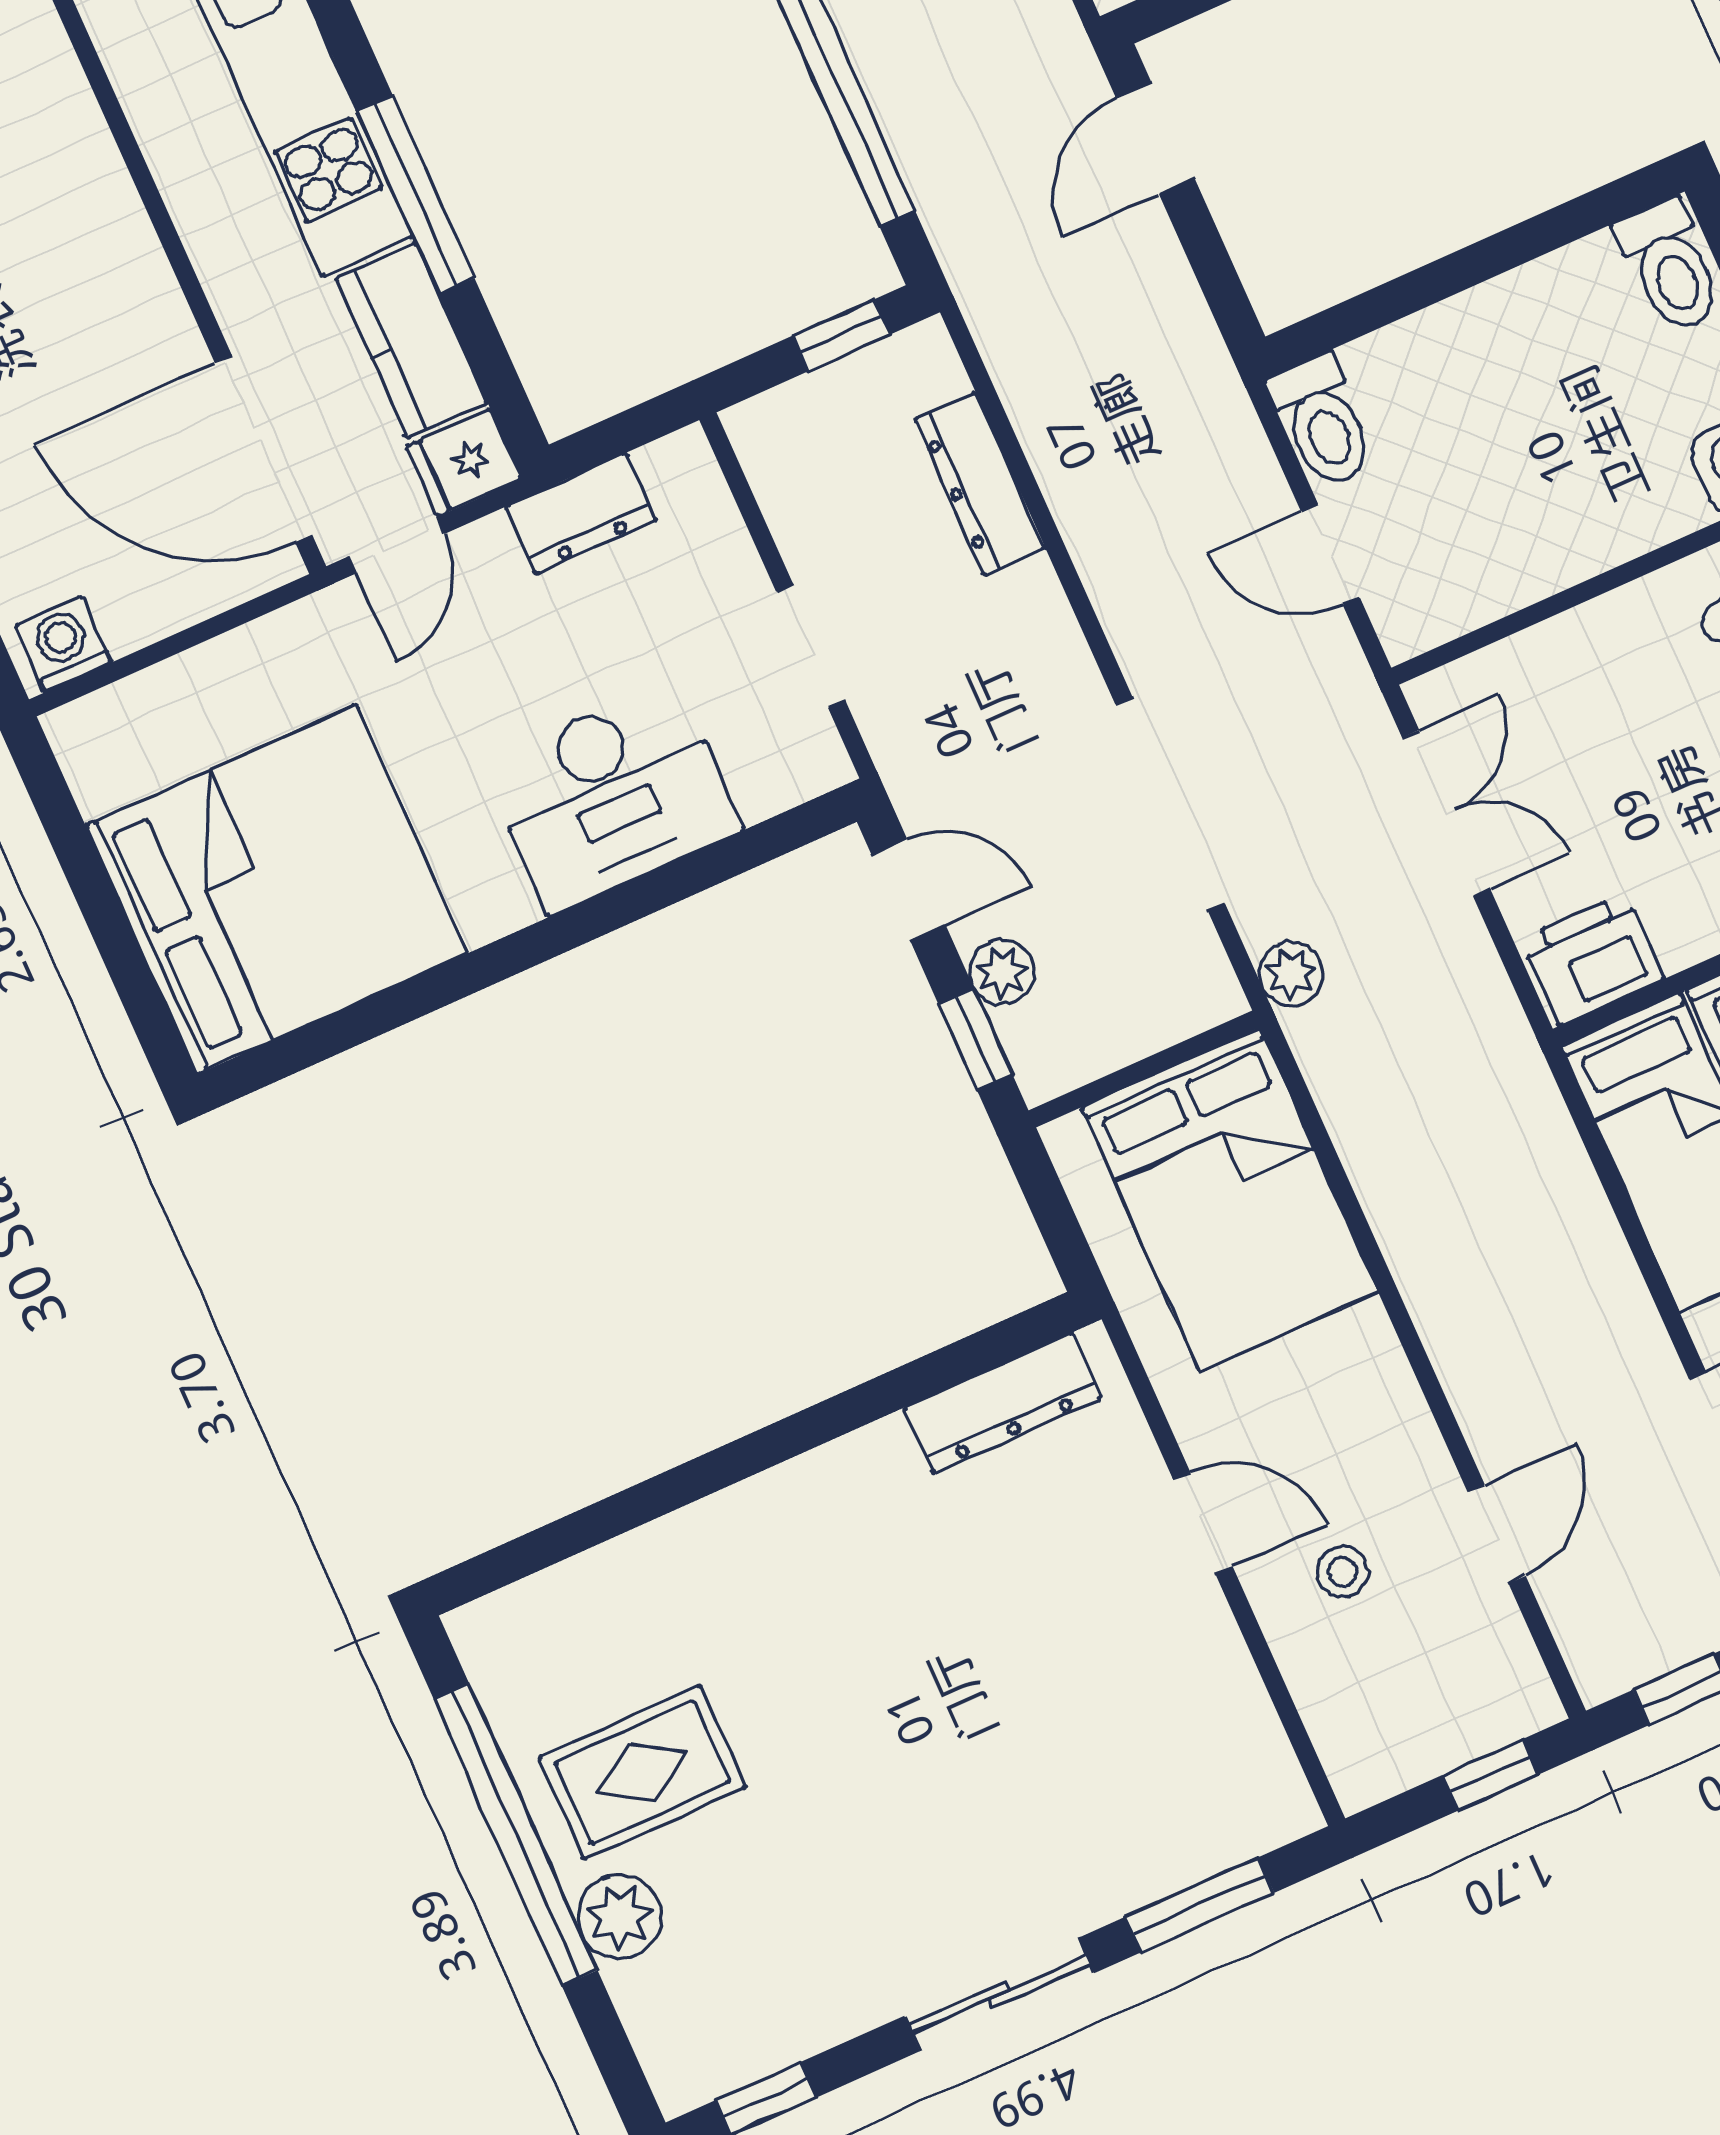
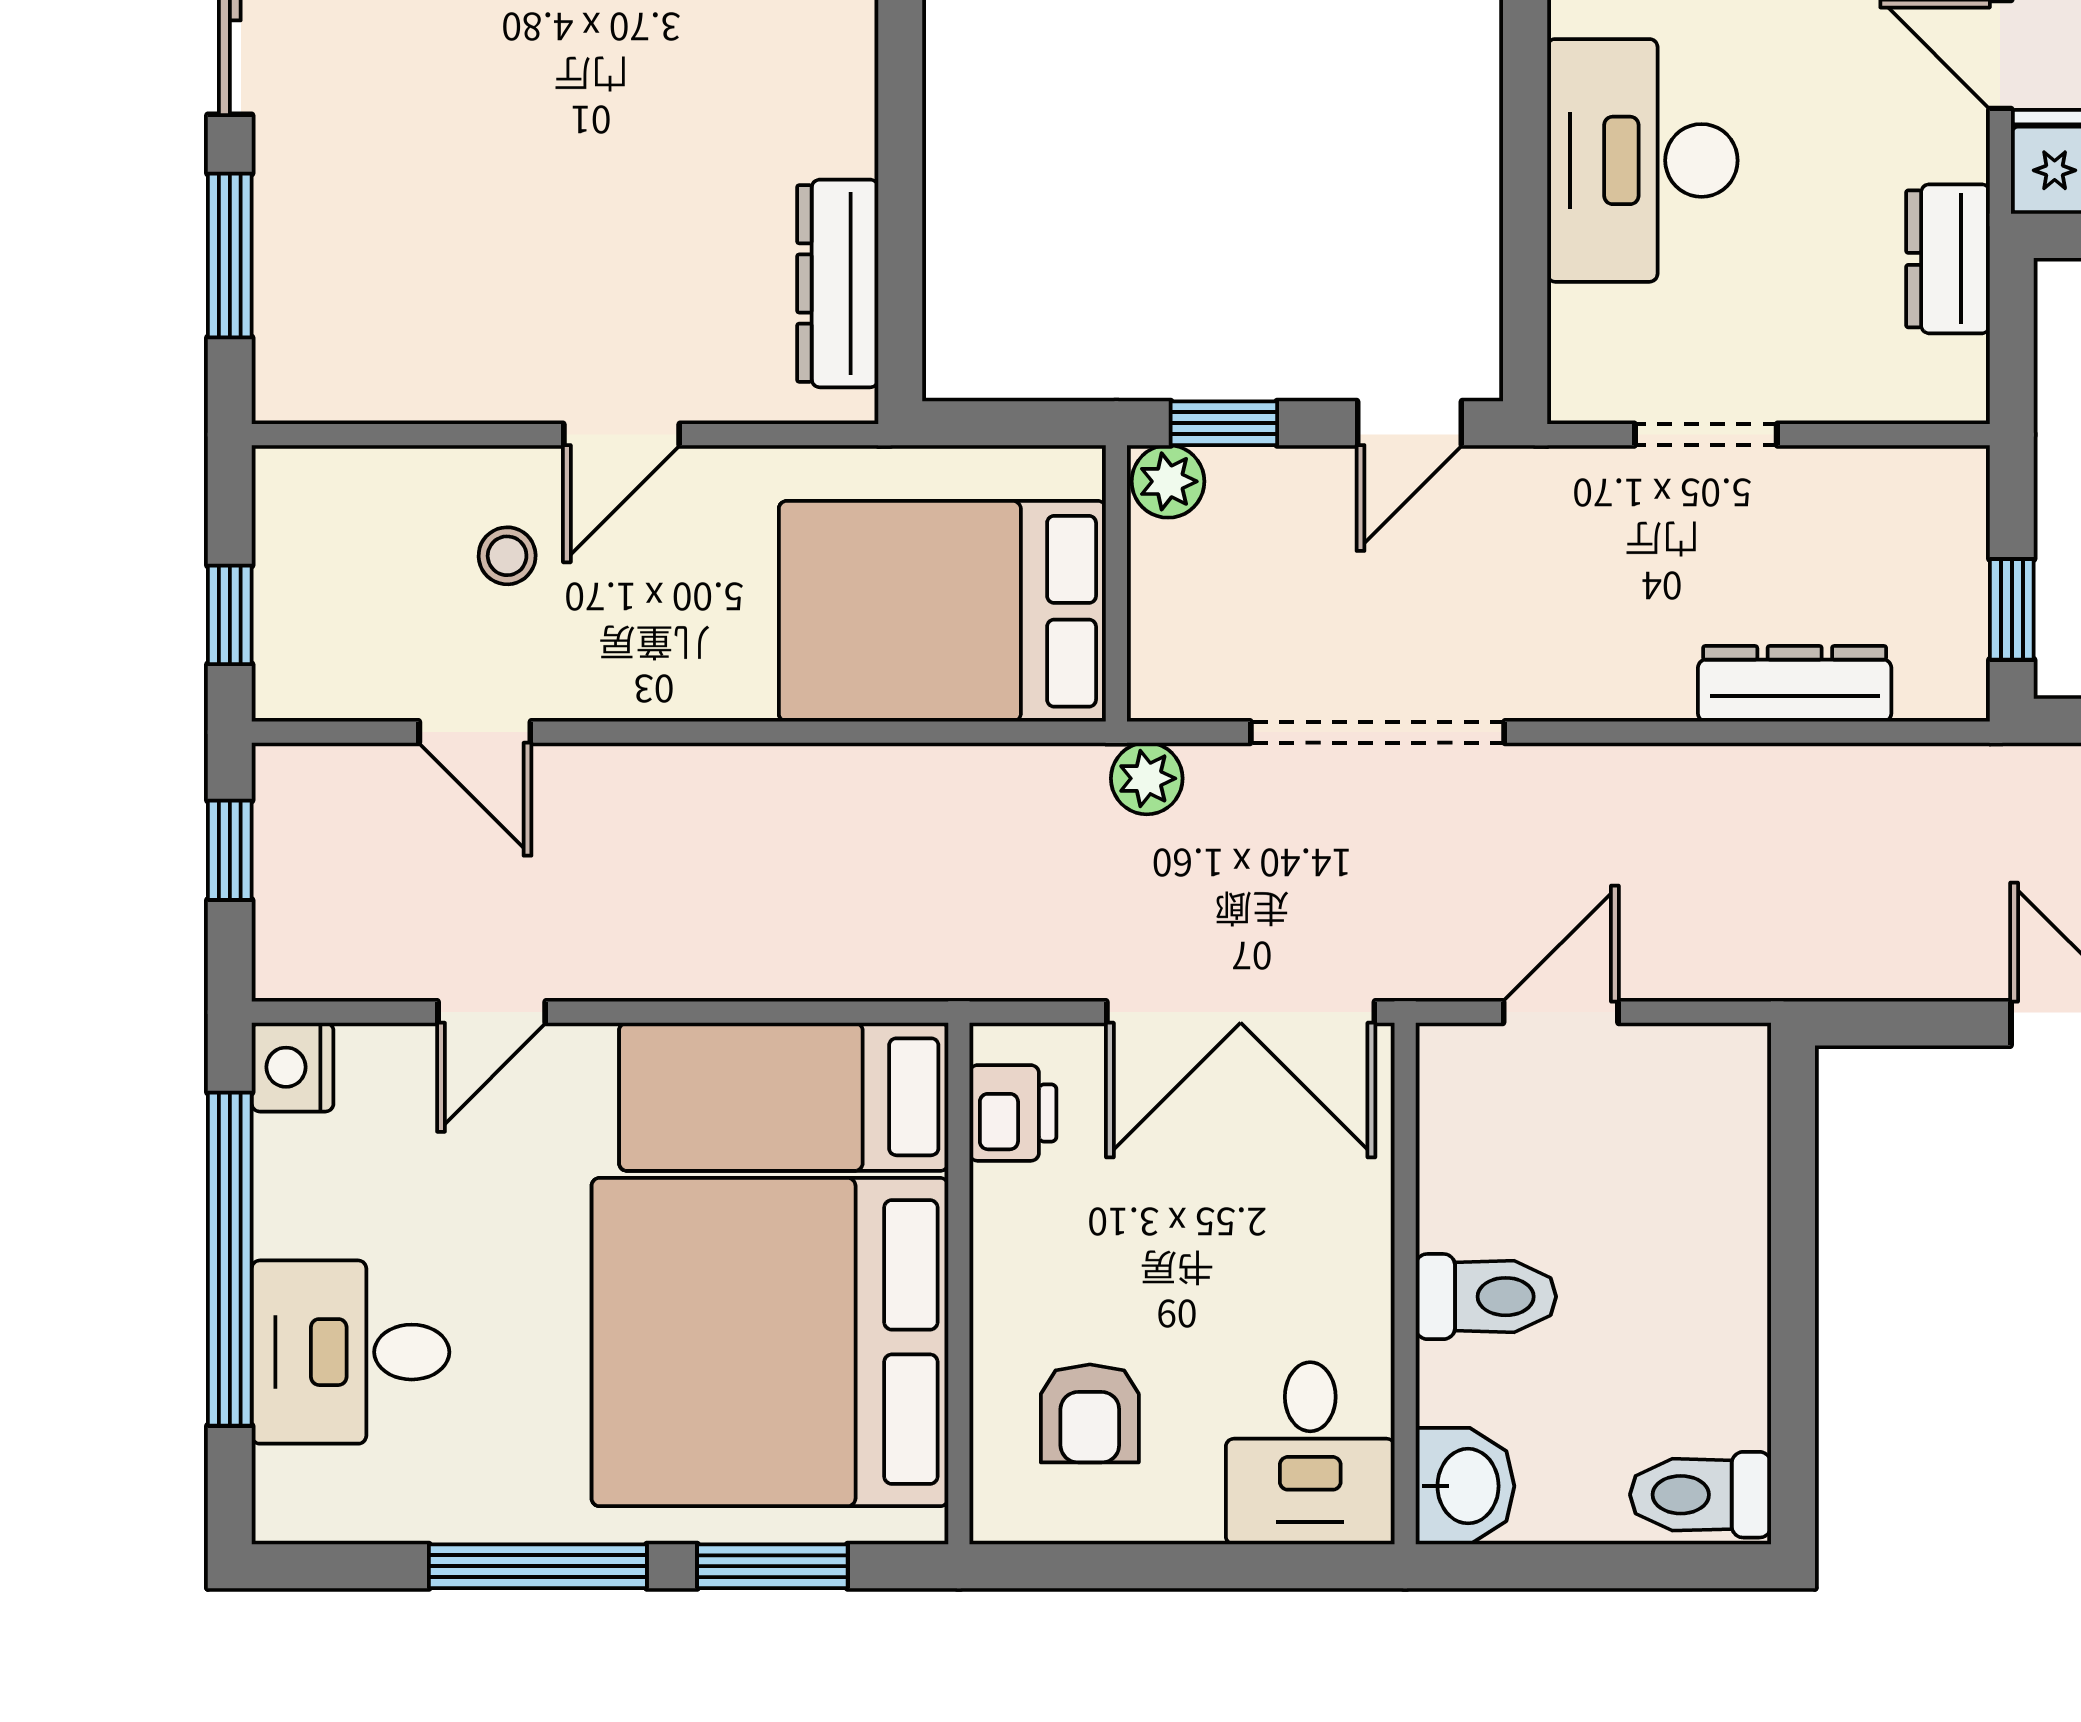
toilet: (1323, 422) -> (1486, 1297), moved, turned 180
double door: (1446, 813) -> (1241, 1012), width x1.37
printer: (1592, 959) -> (1013, 1113), width x0.73, depth x0.81
plant: (1002, 972) -> (1168, 481), moved

